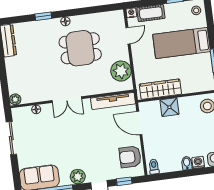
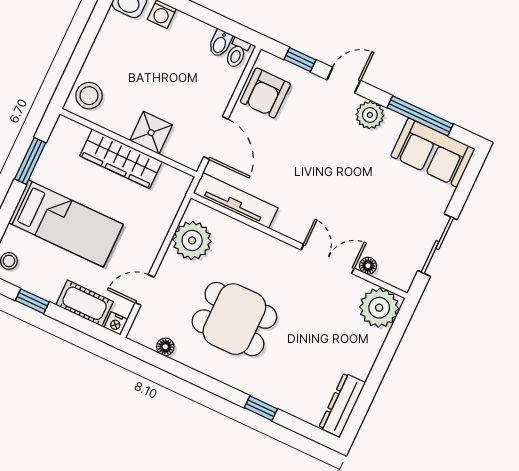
floor lamp: (65, 21) -> (165, 347), moved
wardrobe: (160, 89) -> (121, 159), moved
plant: (15, 99) -> (379, 308), width x1.87, depth x1.87
double door: (67, 100) -> (328, 259), moved
armchair: (130, 157) -> (265, 93), turned 90
bidet: (187, 163) -> (220, 43), moved

